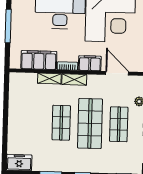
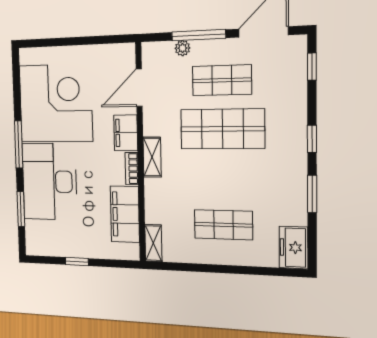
window: (8, 26) -> (77, 262), width x0.46
shelving: (49, 78) -> (153, 243), moved
shop shelf: (61, 123) -> (223, 225), moved

